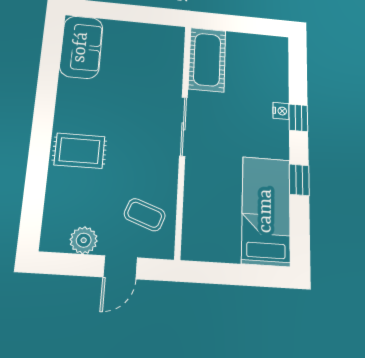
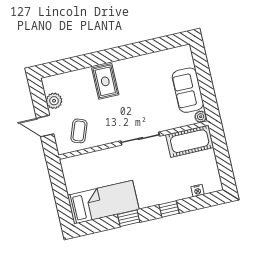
plant: (176, 34) -> (201, 117), added
sofa: (81, 47) -> (188, 90), moved, turned 90
nightstand: (281, 111) -> (197, 191), moved

